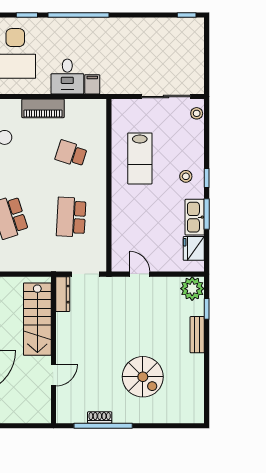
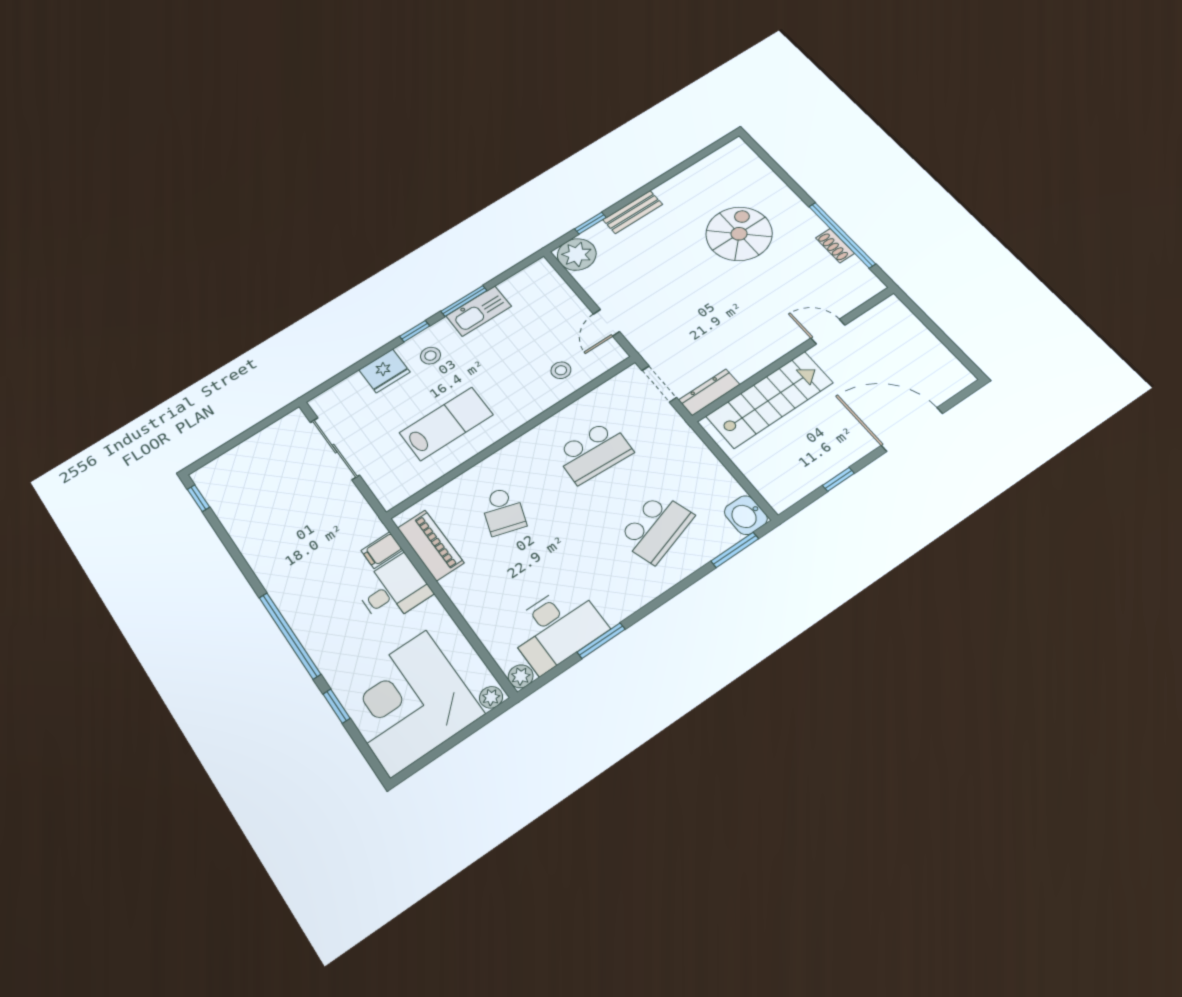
piano: (43, 108) -> (431, 545), moved
stool: (197, 113) -> (561, 370), moved
fridge: (194, 248) -> (384, 371), moved

